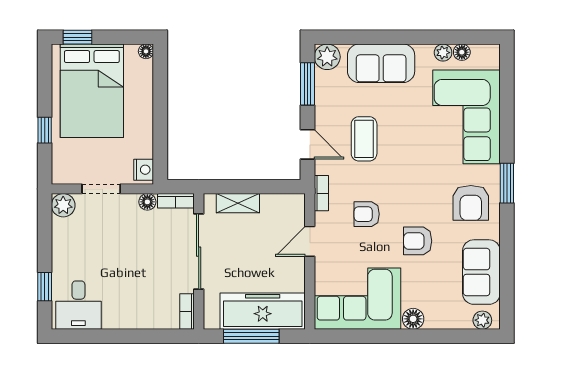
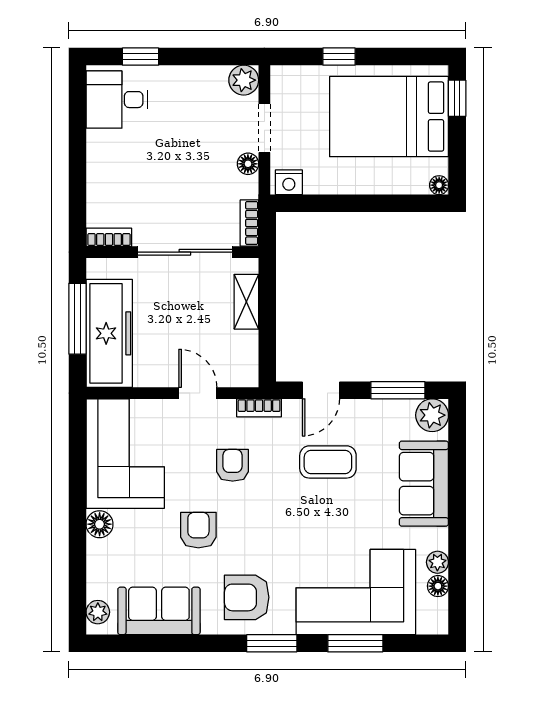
window: (507, 117) -> (355, 643), added
floor lamp: (147, 202) -> (248, 164), moved

